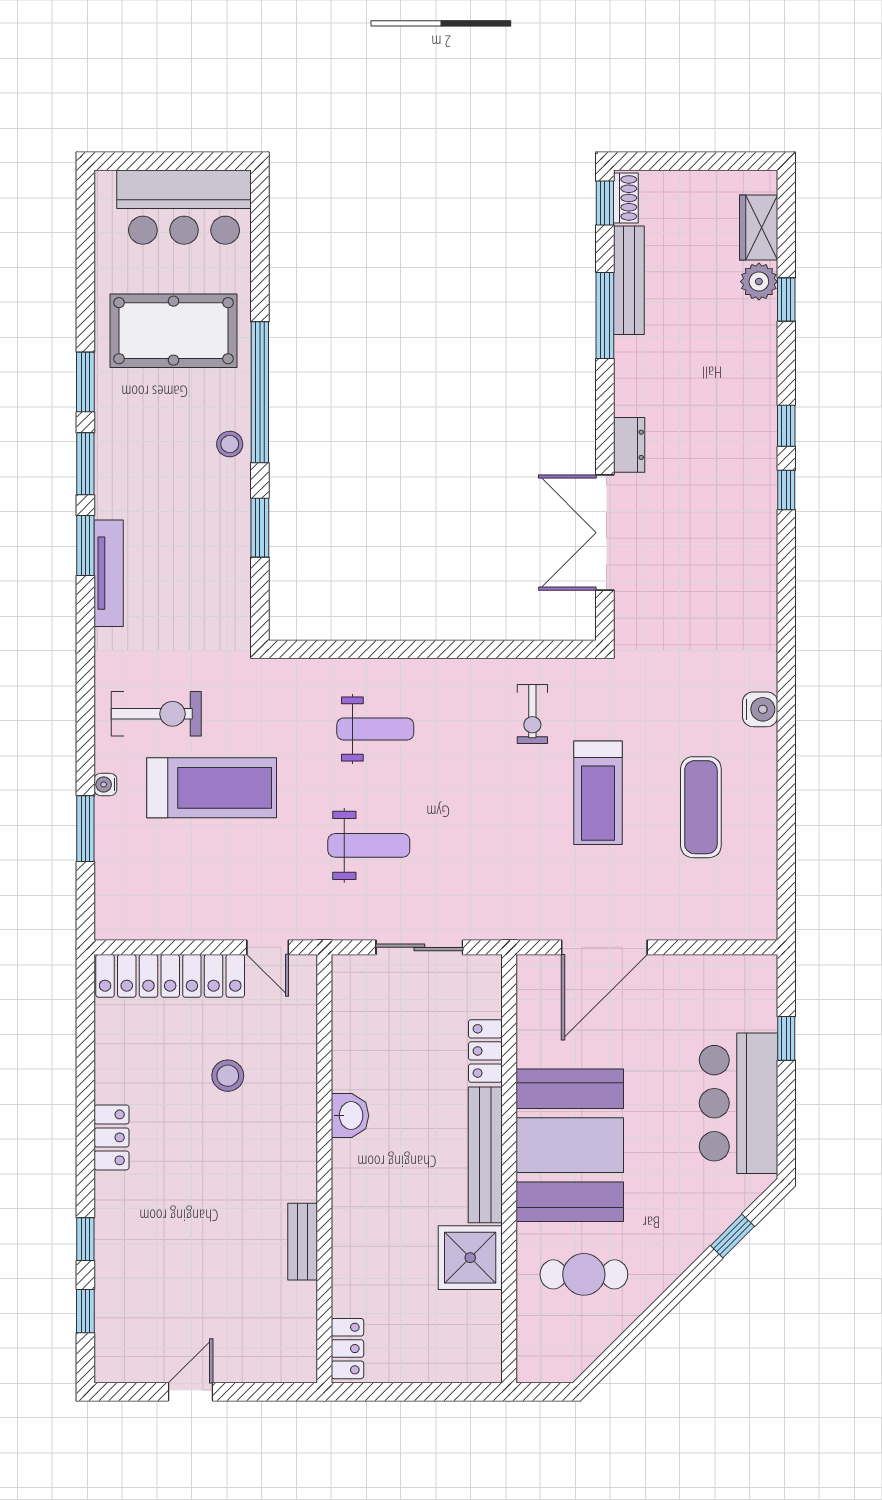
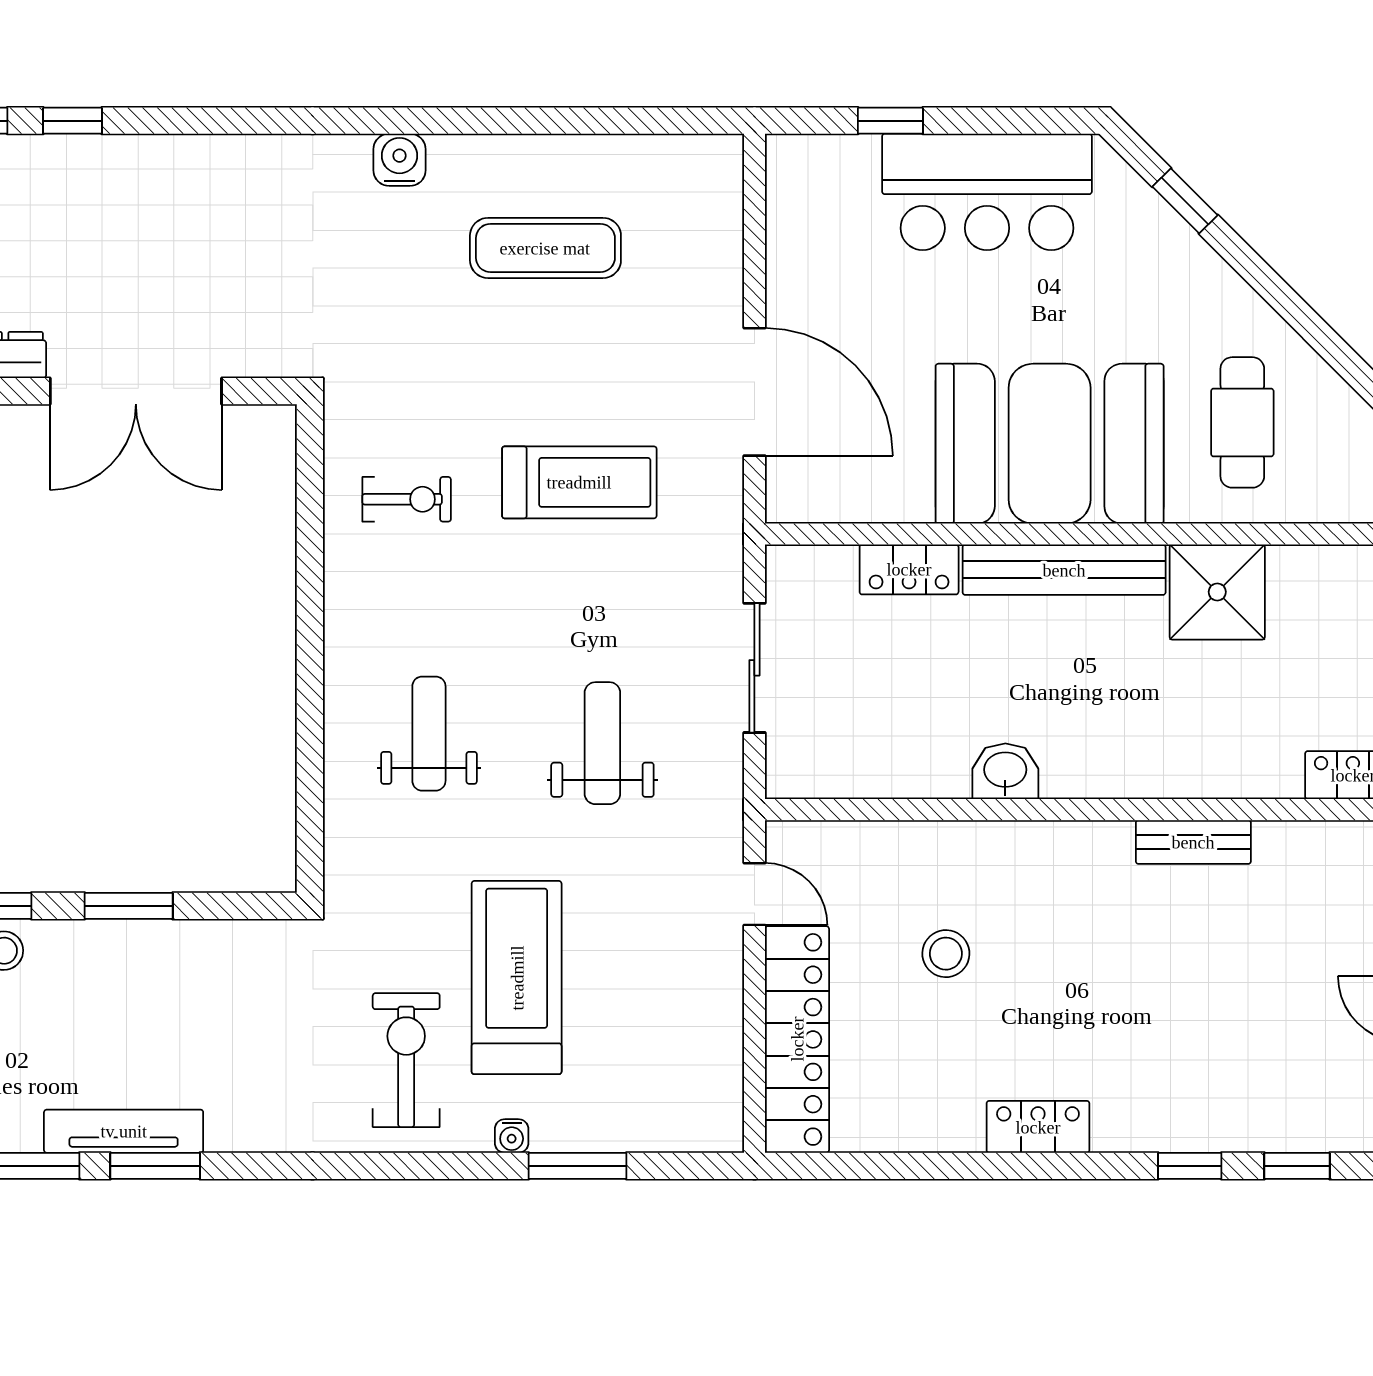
tv unit: (109, 573) -> (124, 1131), moved
treadmill: (598, 793) -> (579, 482), moved
door: (268, 947) -> (754, 894), hinge flipped

